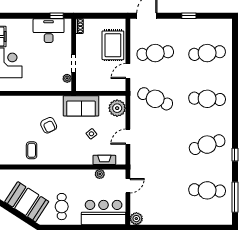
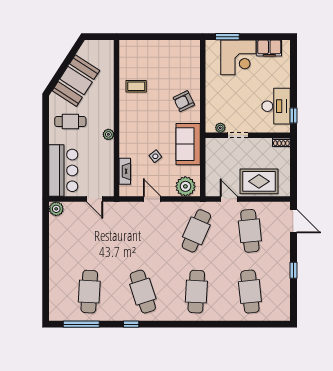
armchair: (49, 125) -> (184, 101), moved
plant: (100, 174) -> (108, 134), moved

